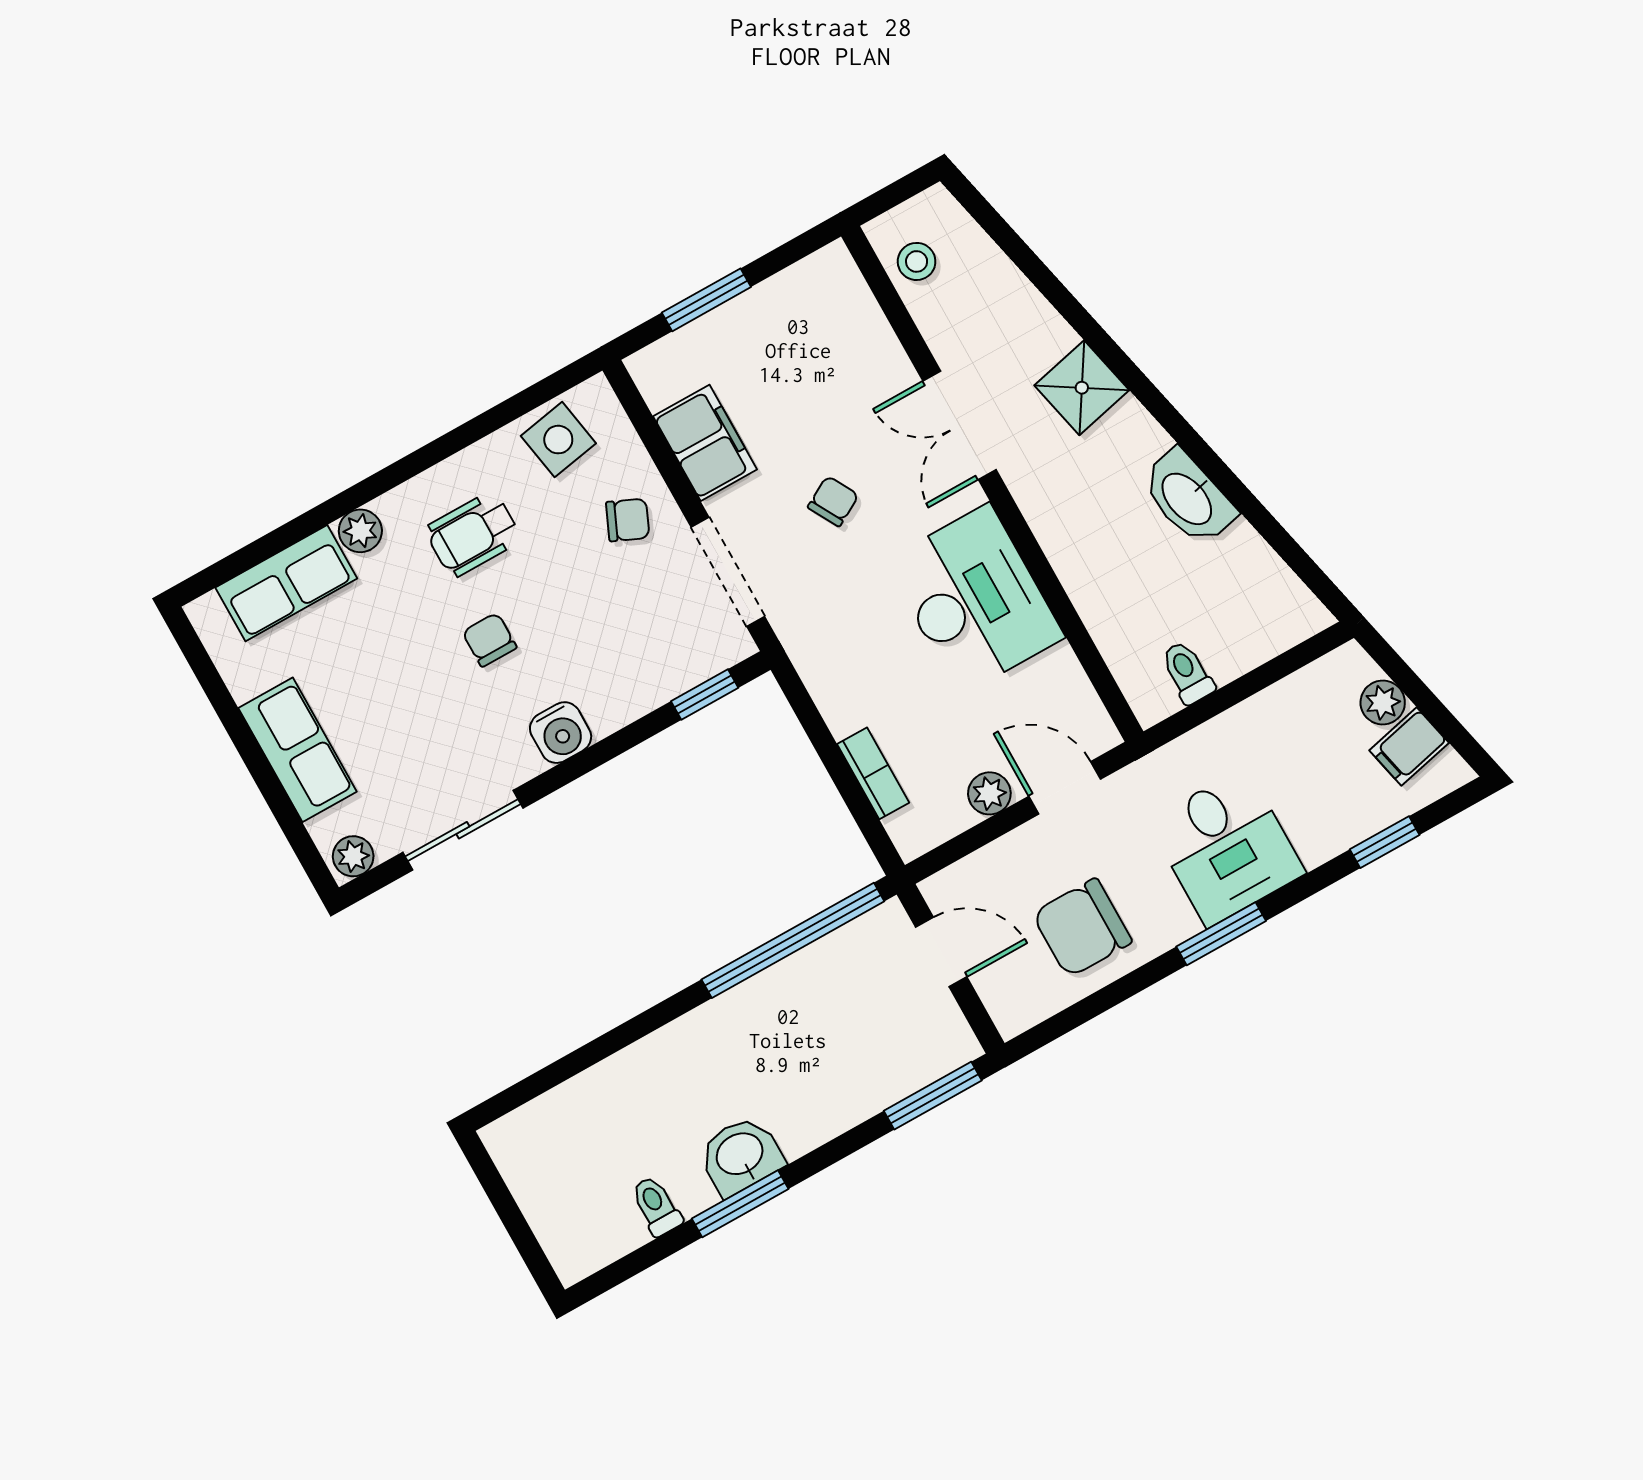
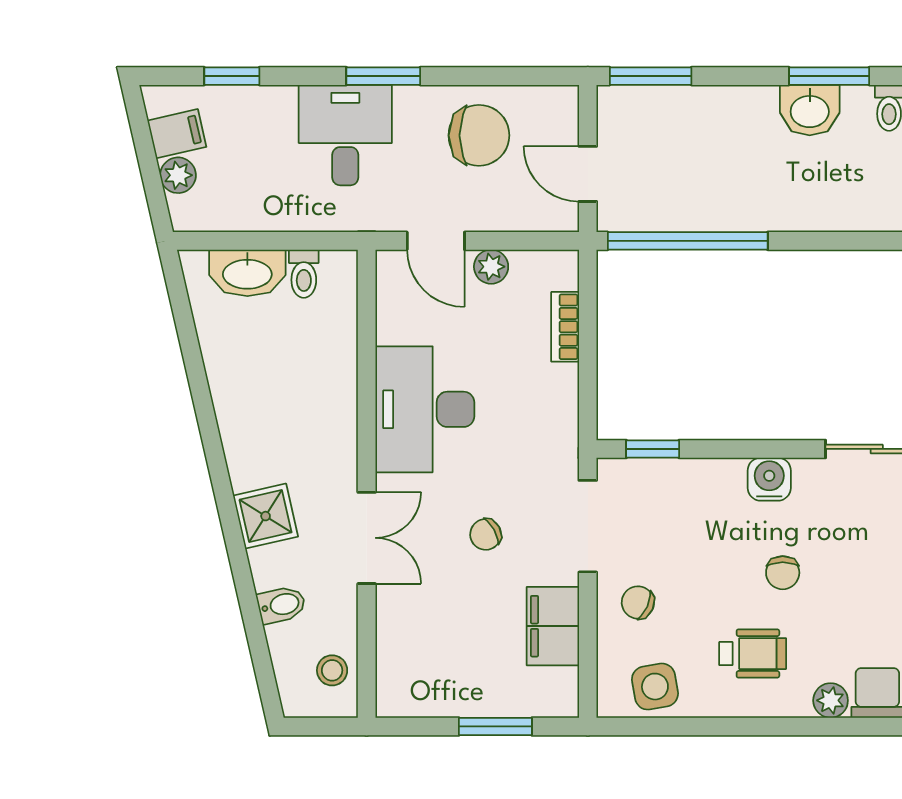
bidet: (1011, 302) -> (281, 605), added
washbasin: (1188, 498) -> (247, 273), moved, turned 103

